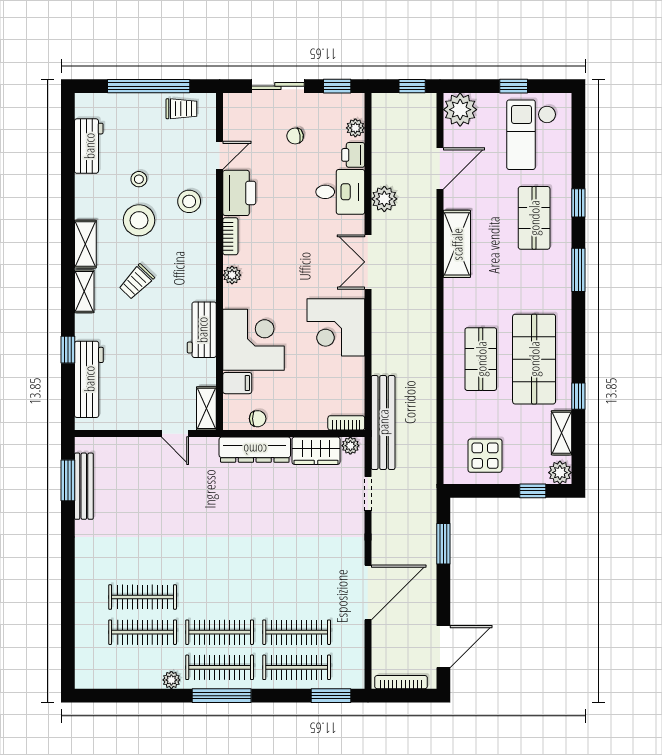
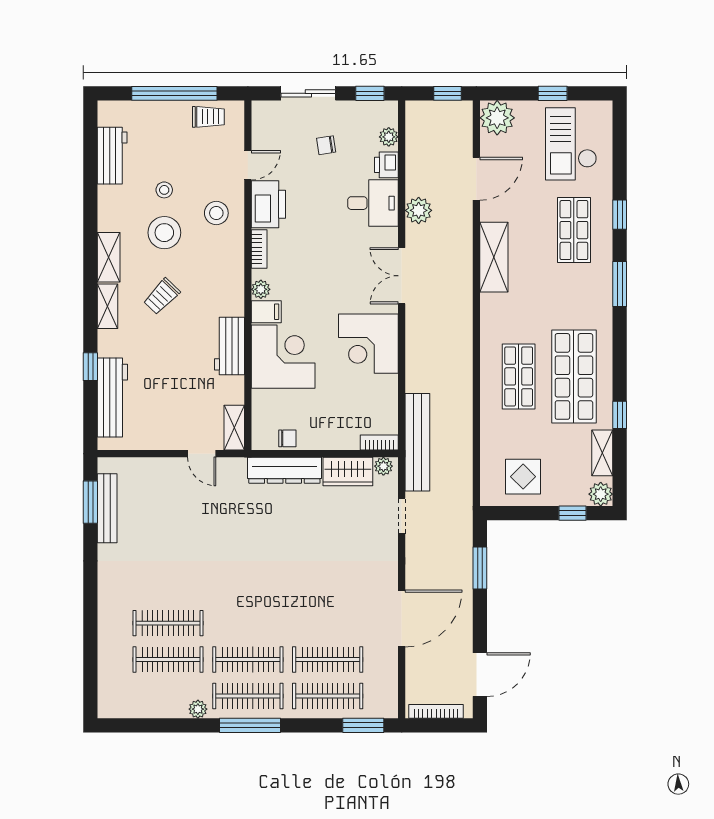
filing cabinet: (237, 383) -> (266, 312), moved

